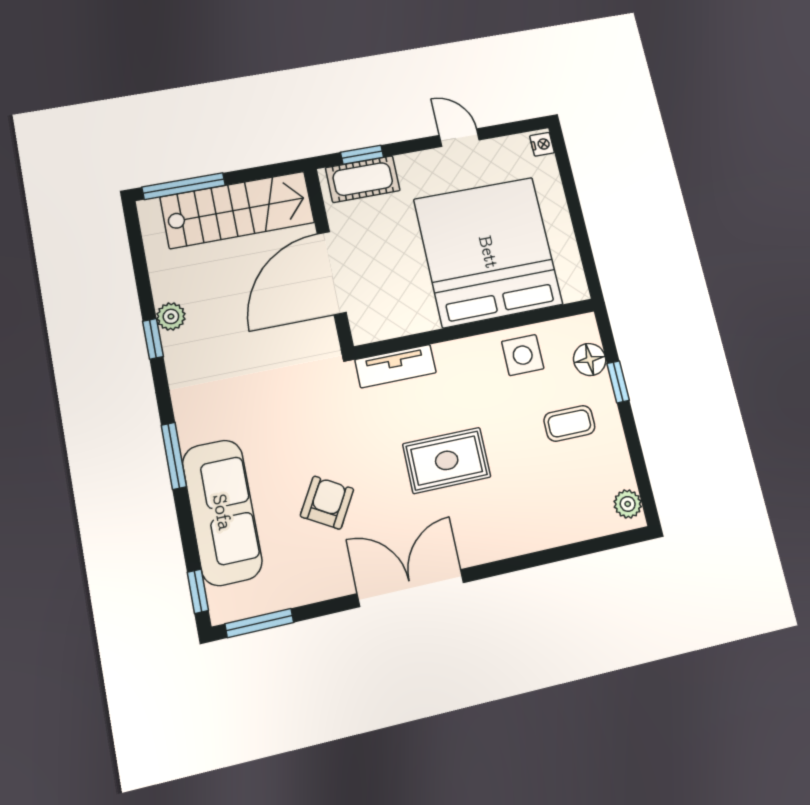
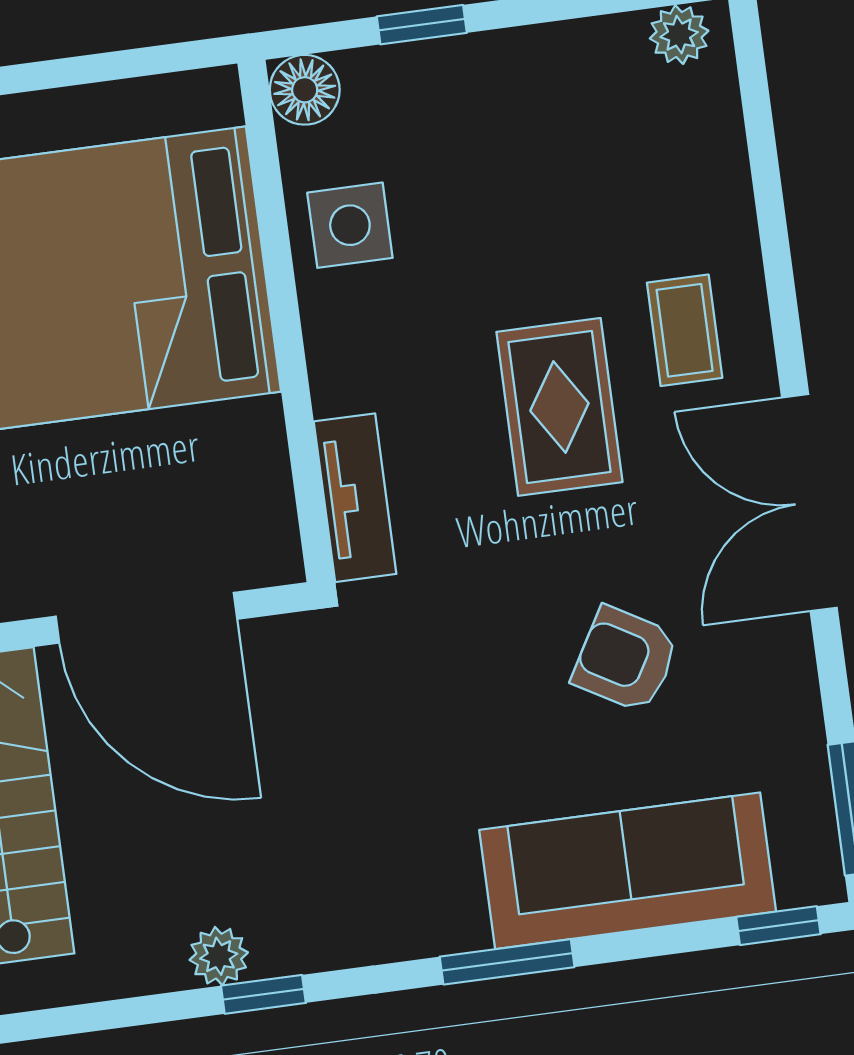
floor lamp: (590, 360) -> (305, 90), moved
coffee table: (569, 423) -> (685, 330), moved

